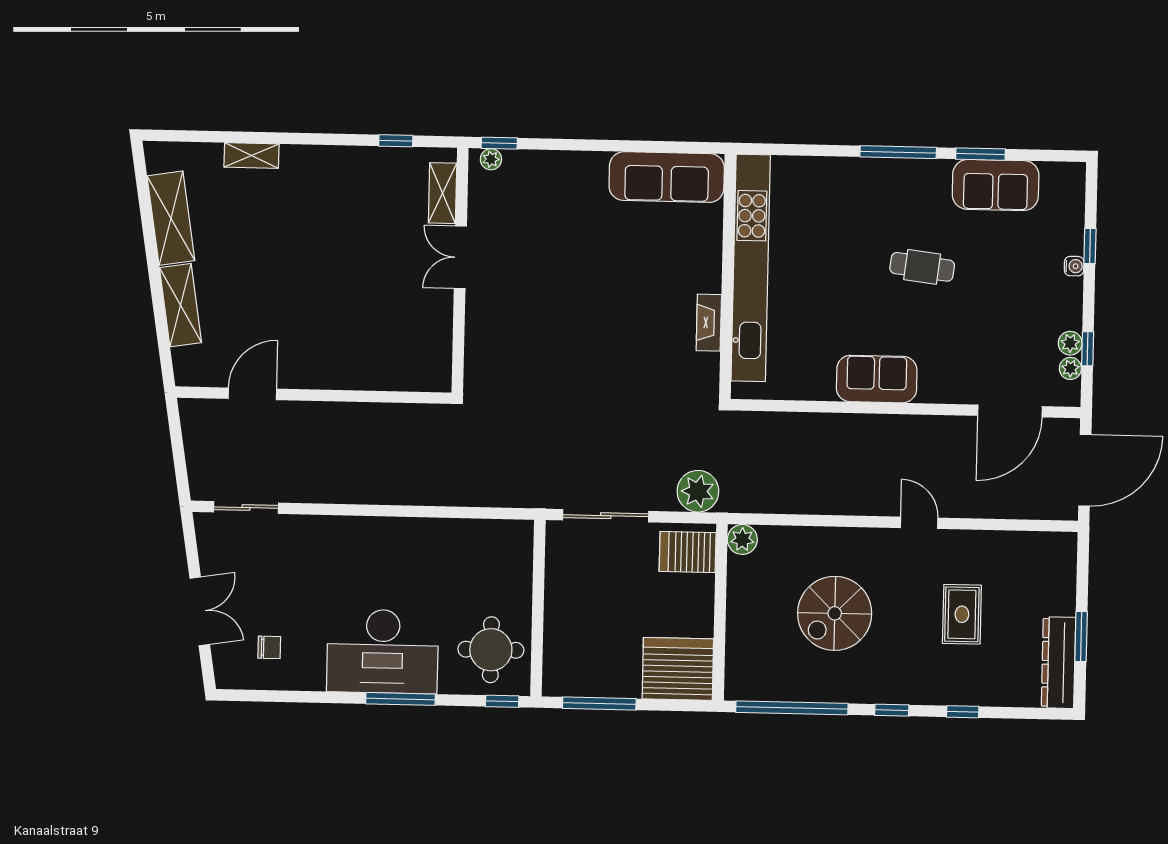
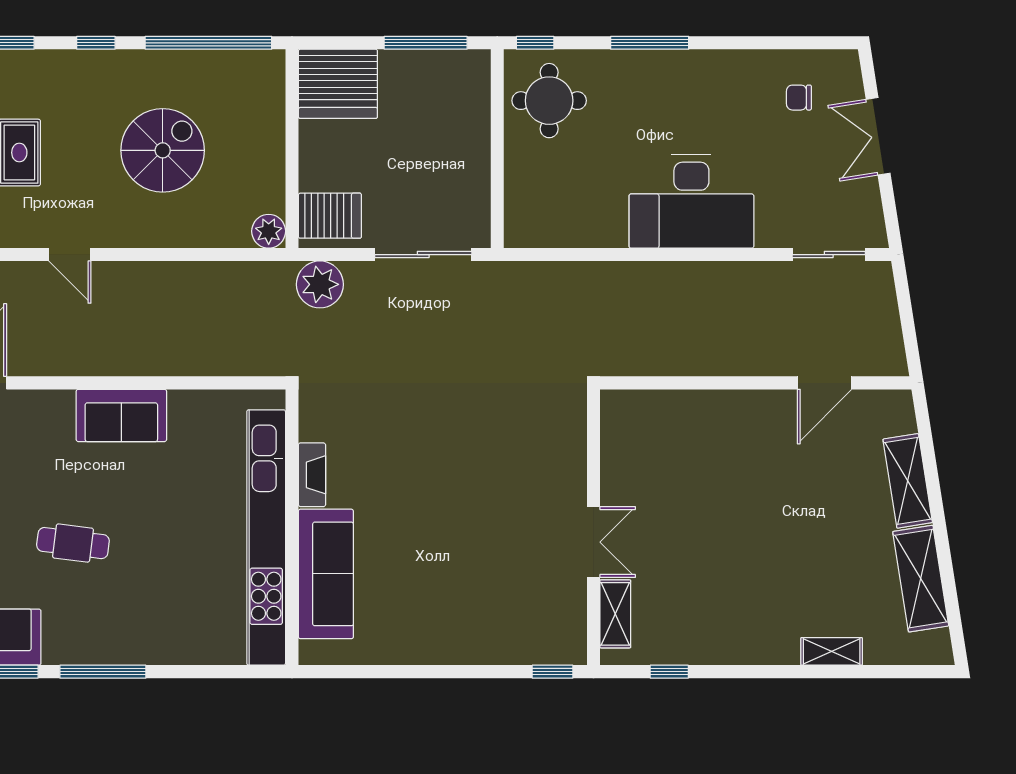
plant: (491, 159) -> (562, 653), removed
sofa: (667, 177) -> (326, 574), moved, turned 90
desk: (383, 651) -> (691, 201), moved, turned 180

